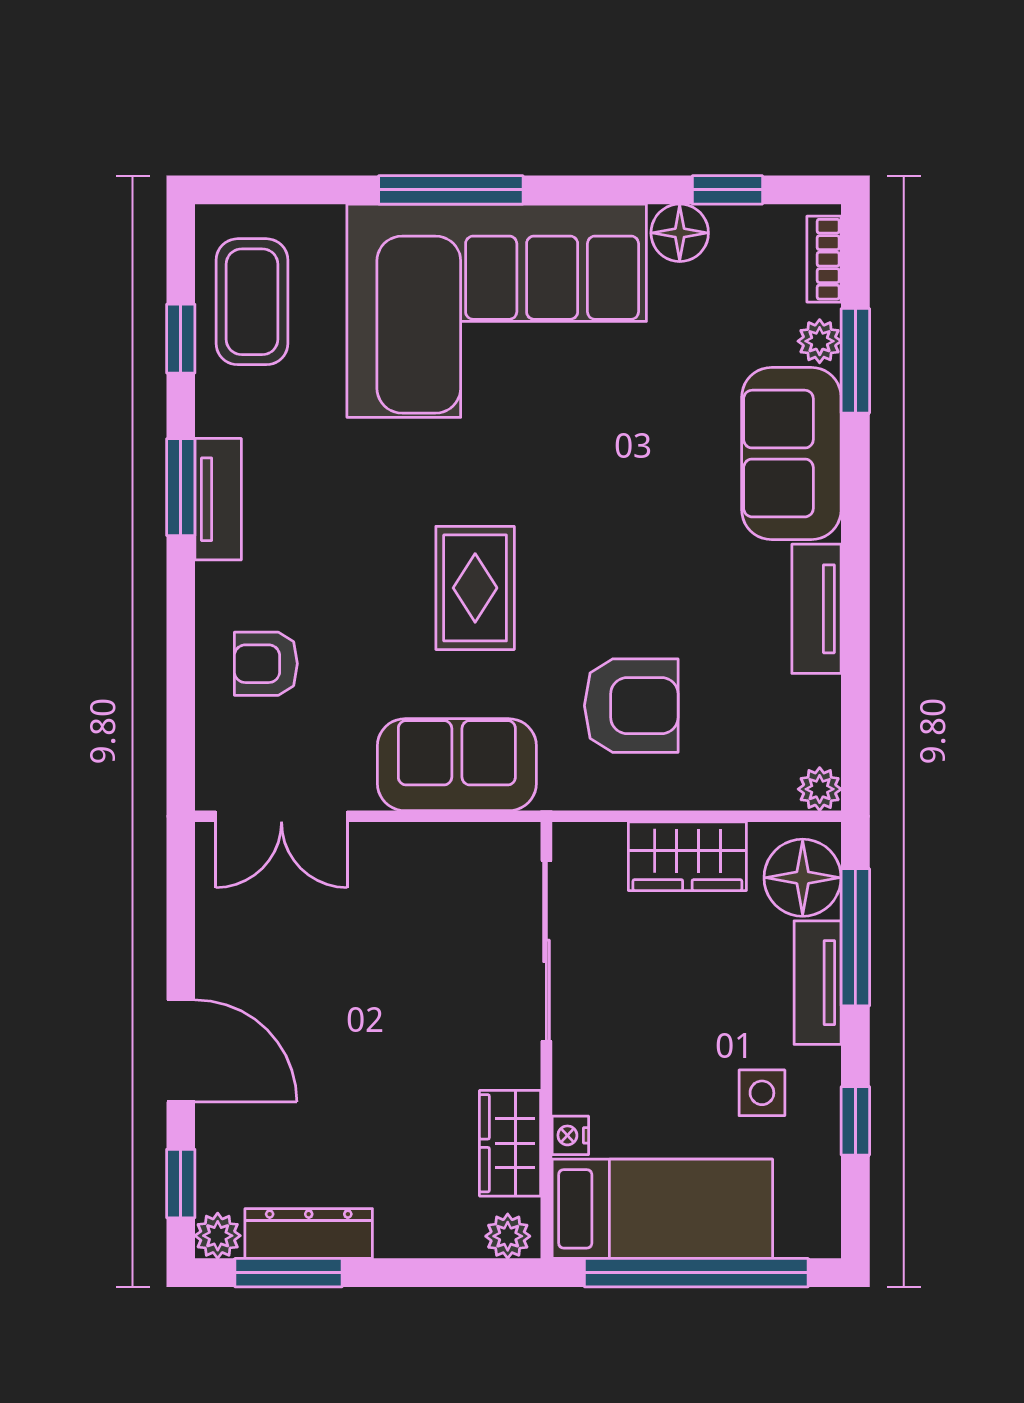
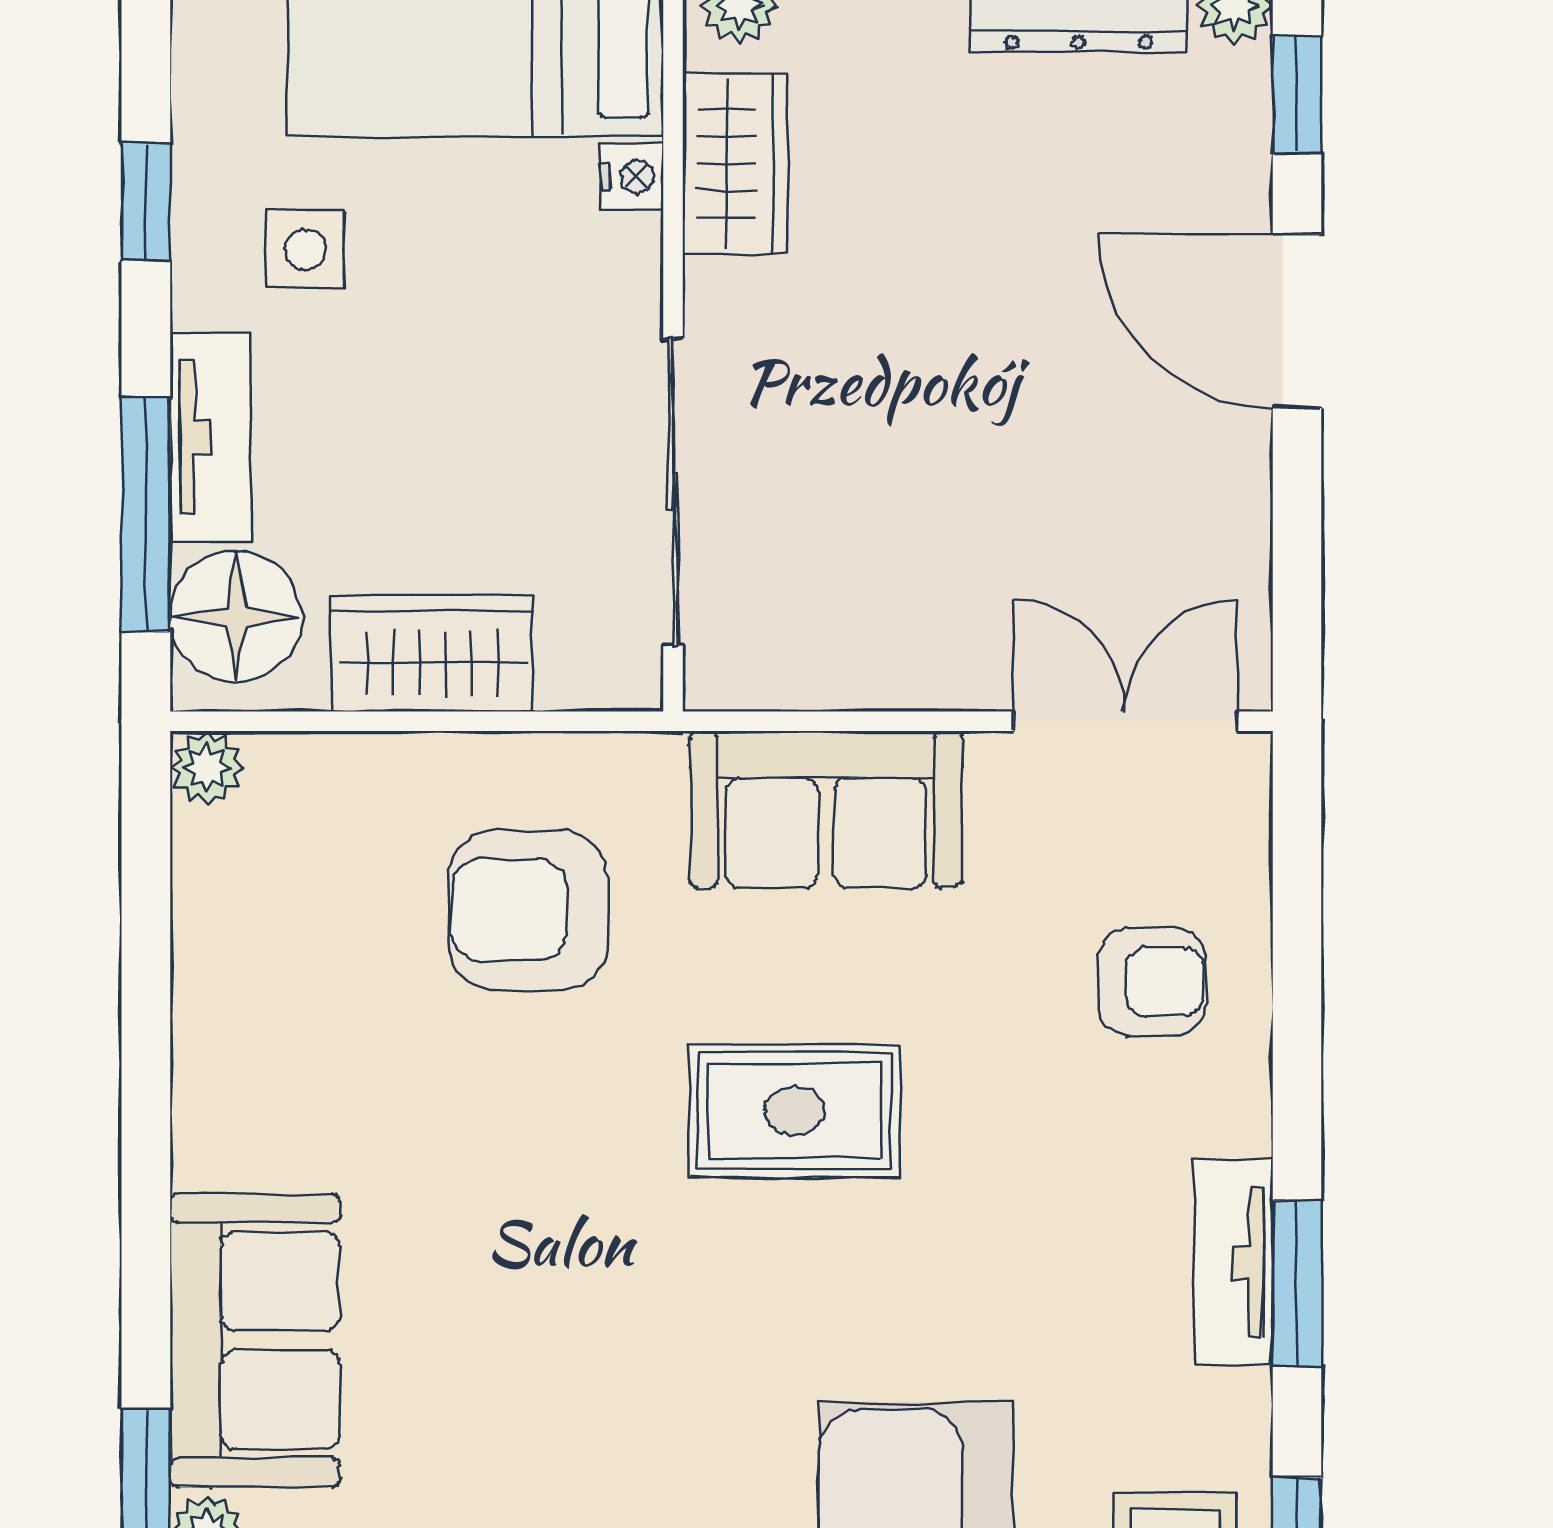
rug: (475, 588) -> (795, 1111), turned 90
tv unit: (817, 609) -> (212, 1075), removed

